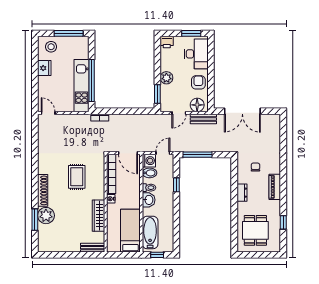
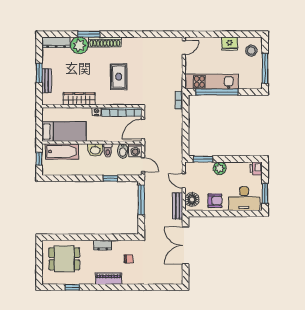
rug: (77, 177) -> (119, 77), turned 90
window: (35, 220) -> (89, 34), moved
dresser: (43, 238) -> (56, 42), added
bench: (93, 248) -> (47, 81), moved
window: (73, 255) -> (39, 73), added

